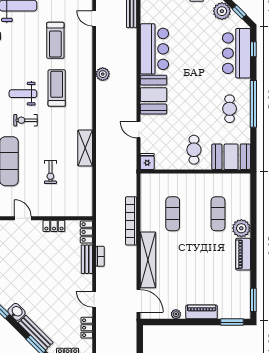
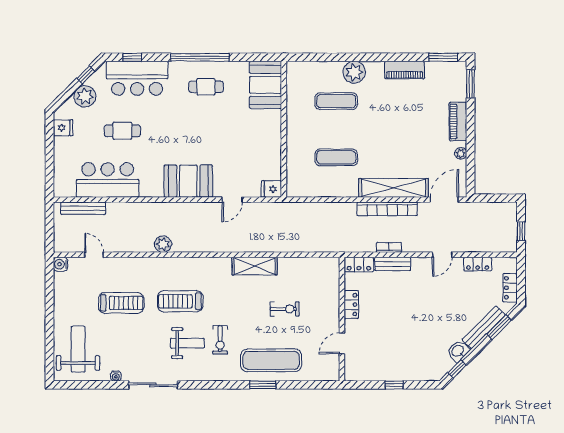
door: (94, 18) -> (94, 255), swing flipped
bar counter: (154, 49) -> (108, 180), moved
weight bench: (23, 94) -> (187, 343), turned -90
cafe table: (194, 150) -> (122, 131), moved
bookcase: (131, 221) -> (387, 209), moved
piano: (243, 254) -> (405, 70), moved

